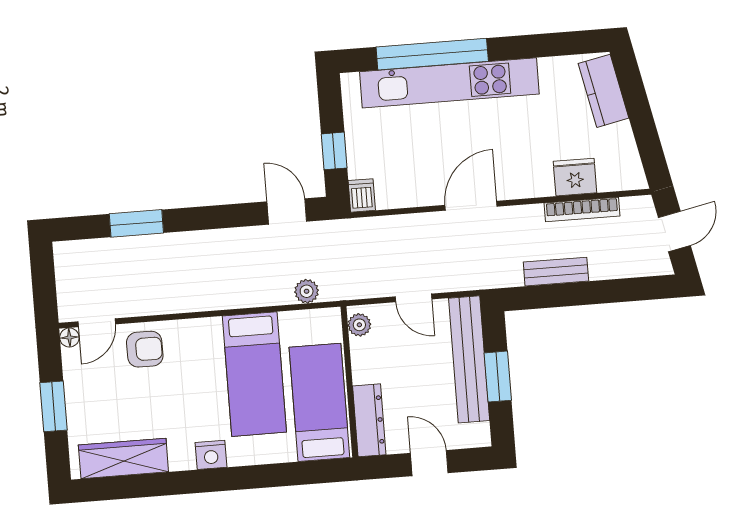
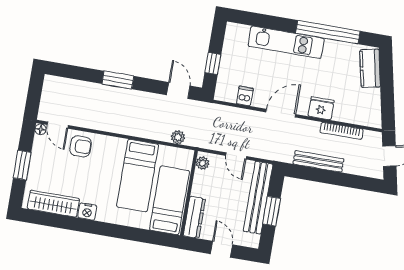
window: (432, 54) -> (328, 32), moved
kitchen unit: (449, 83) -> (286, 42), width x0.73
fridge: (575, 177) -> (321, 108), moved
dishwasher: (362, 195) -> (245, 96), moved
window: (136, 223) -> (118, 80), moved
bench: (556, 272) -> (318, 161), width x1.36
door: (97, 323) -> (58, 125), hinge flipped
nightstand: (211, 455) -> (87, 211), moved

